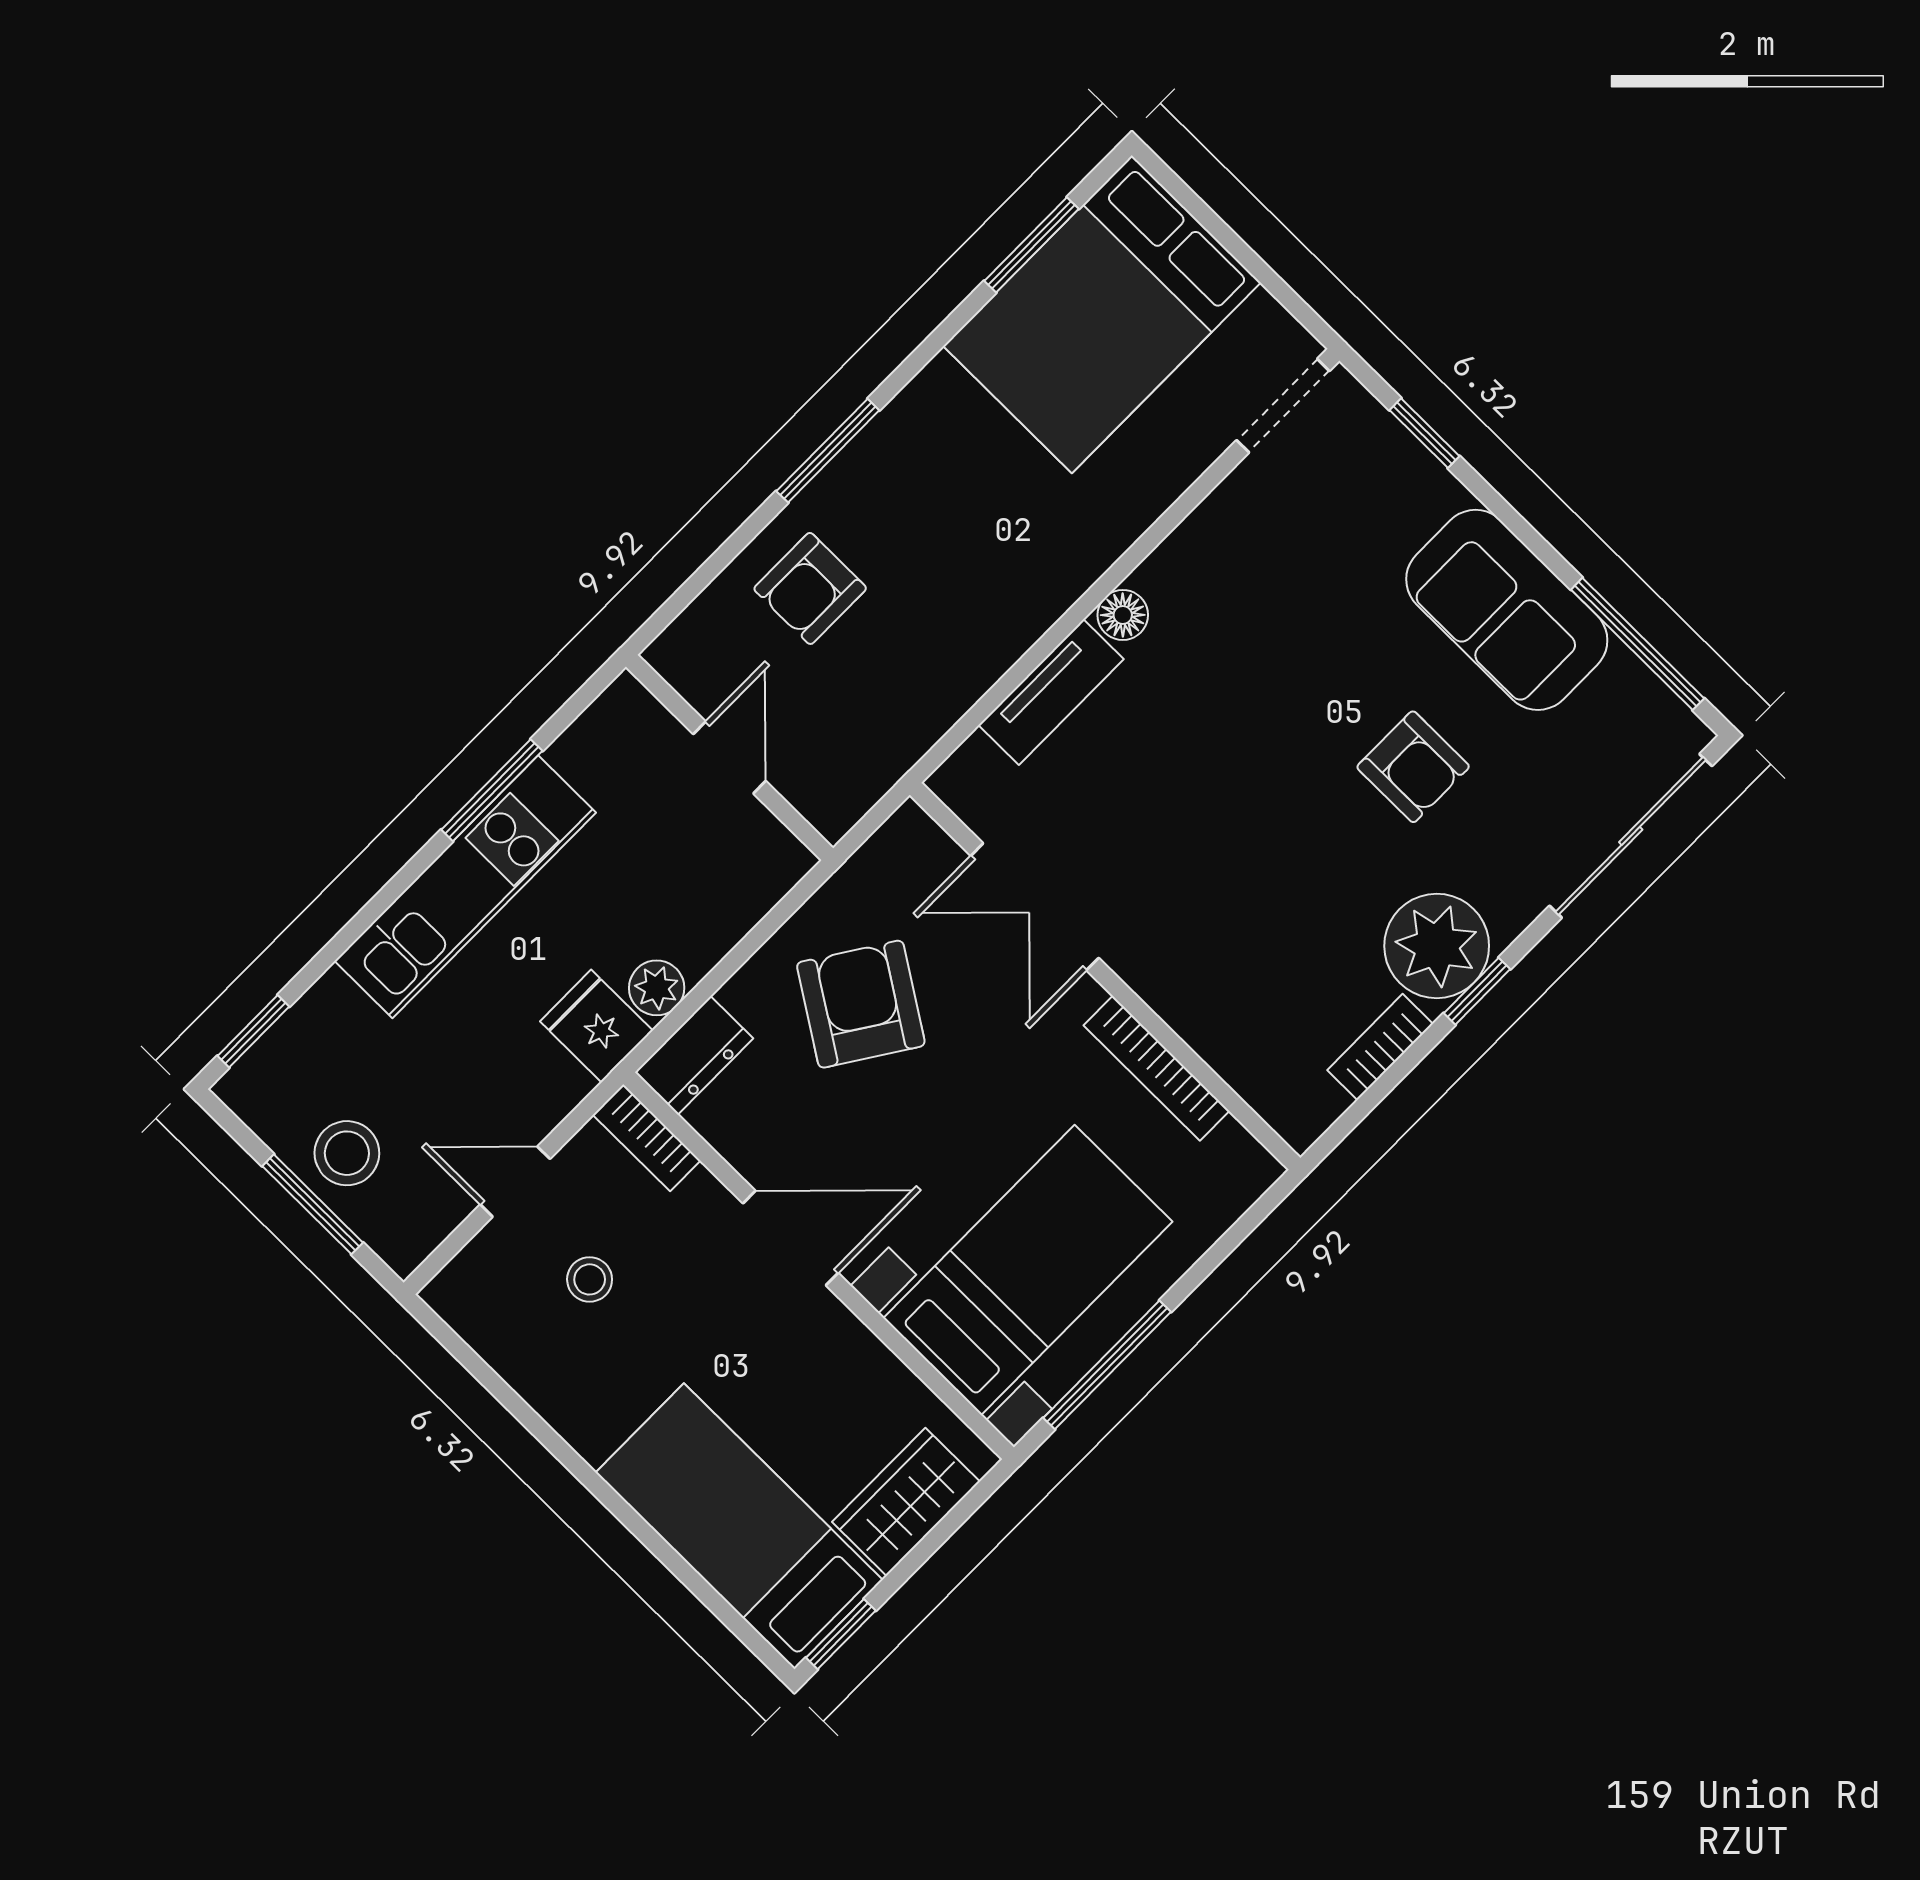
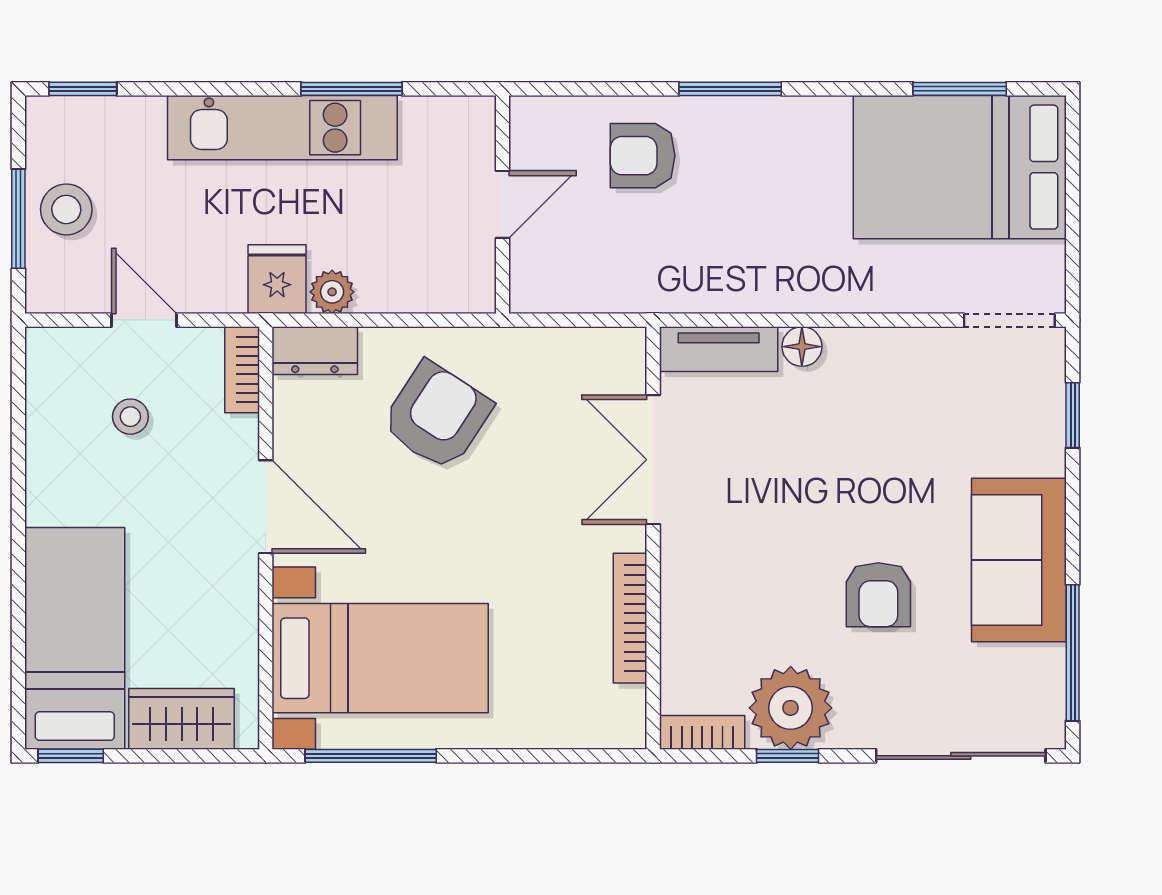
double door: (1035, 907) -> (653, 460), moved
wall: (1105, 976) -> (653, 538), moved
bookcase: (1156, 1068) -> (630, 618), moved

